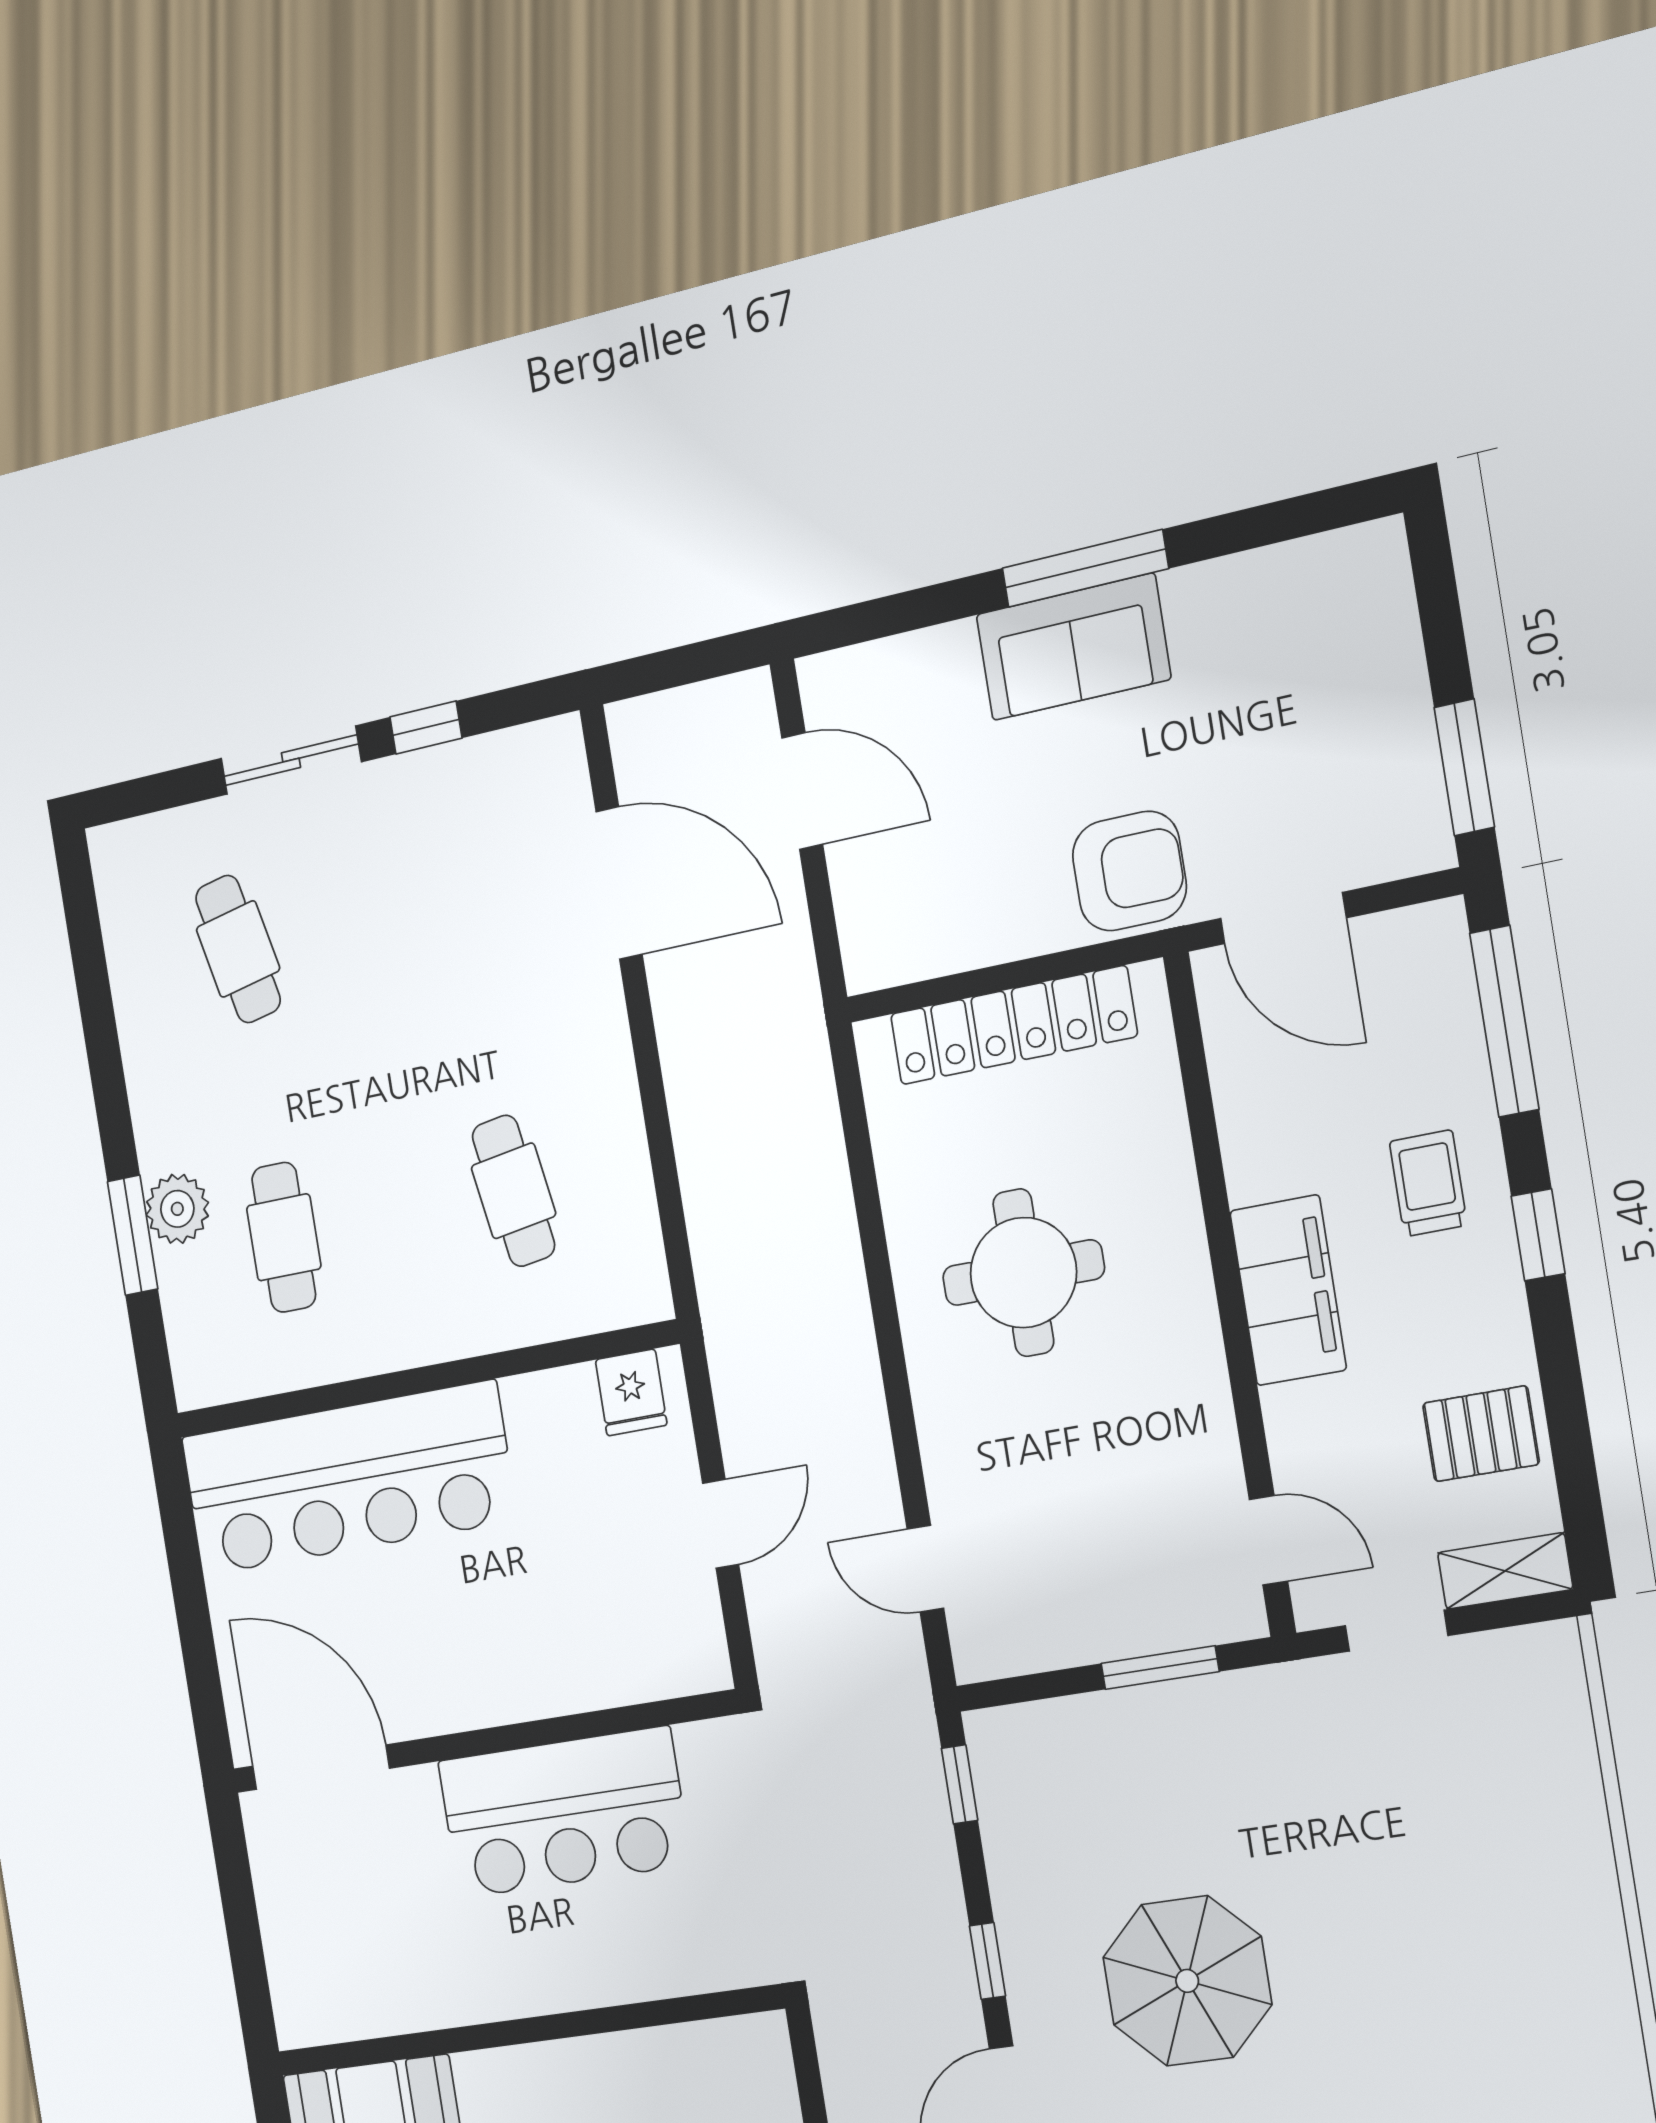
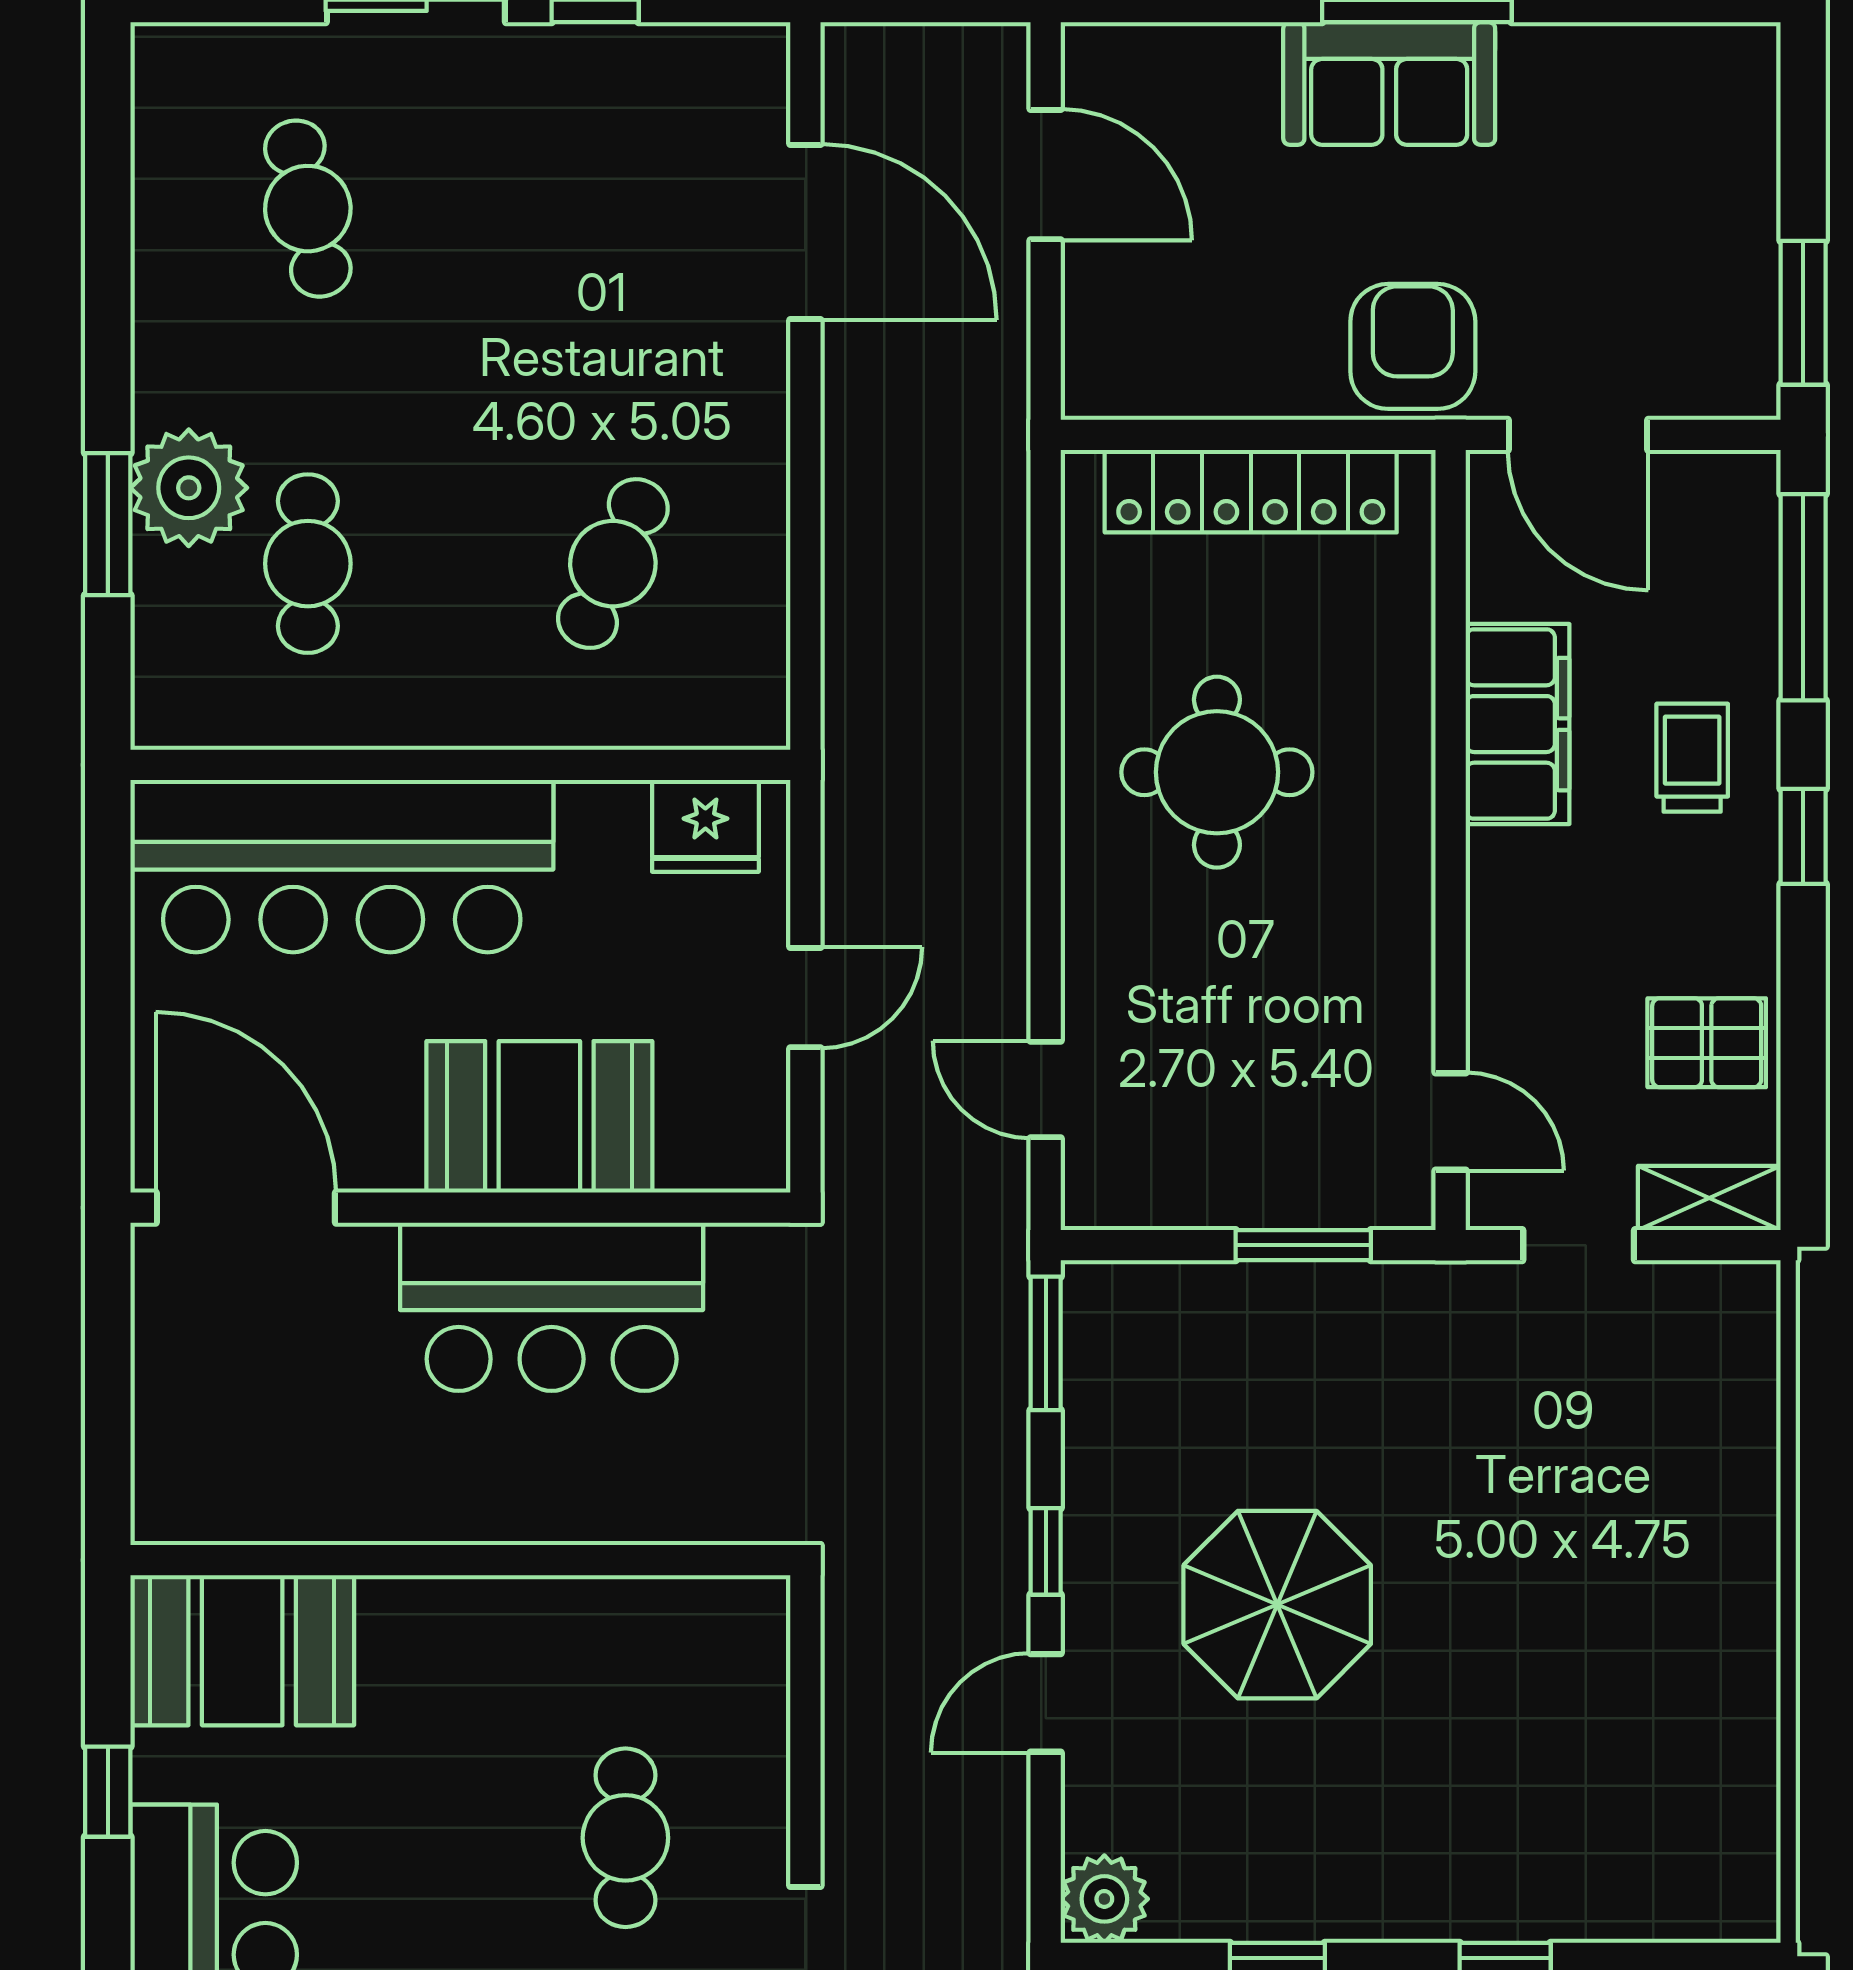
armchair: (1129, 871) -> (1413, 346), turned -90
cafe table: (514, 1191) -> (613, 564), turned 33
plant: (177, 1209) -> (189, 488), width x1.36, depth x1.36
filing cabinet: (1288, 1290) -> (1518, 724), moved
fridge: (631, 1392) -> (705, 826), width x1.38
booth: (530, 1658) -> (539, 1117), added
window: (960, 1784) -> (1046, 1343), width x1.50

